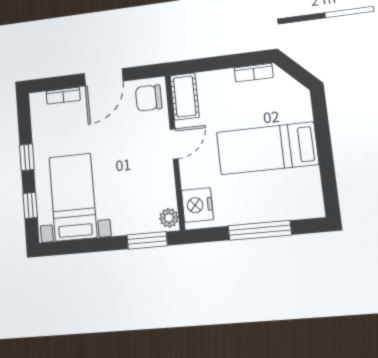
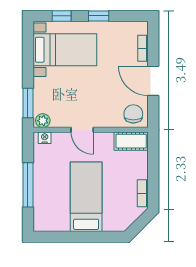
door: (174, 144) -> (82, 130), moved
nightstand: (197, 205) -> (45, 138), width x0.53, depth x0.56

